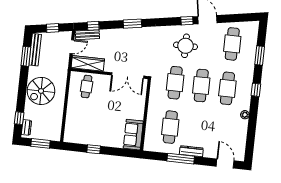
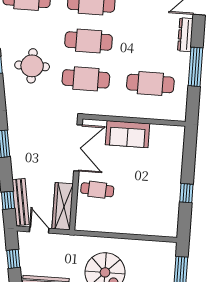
bench: (87, 35) -> (21, 202), width x1.36
cafe table: (87, 87) -> (97, 190), moved
sofa: (133, 135) -> (127, 134), moved
dresser: (191, 151) -> (185, 35), moved

